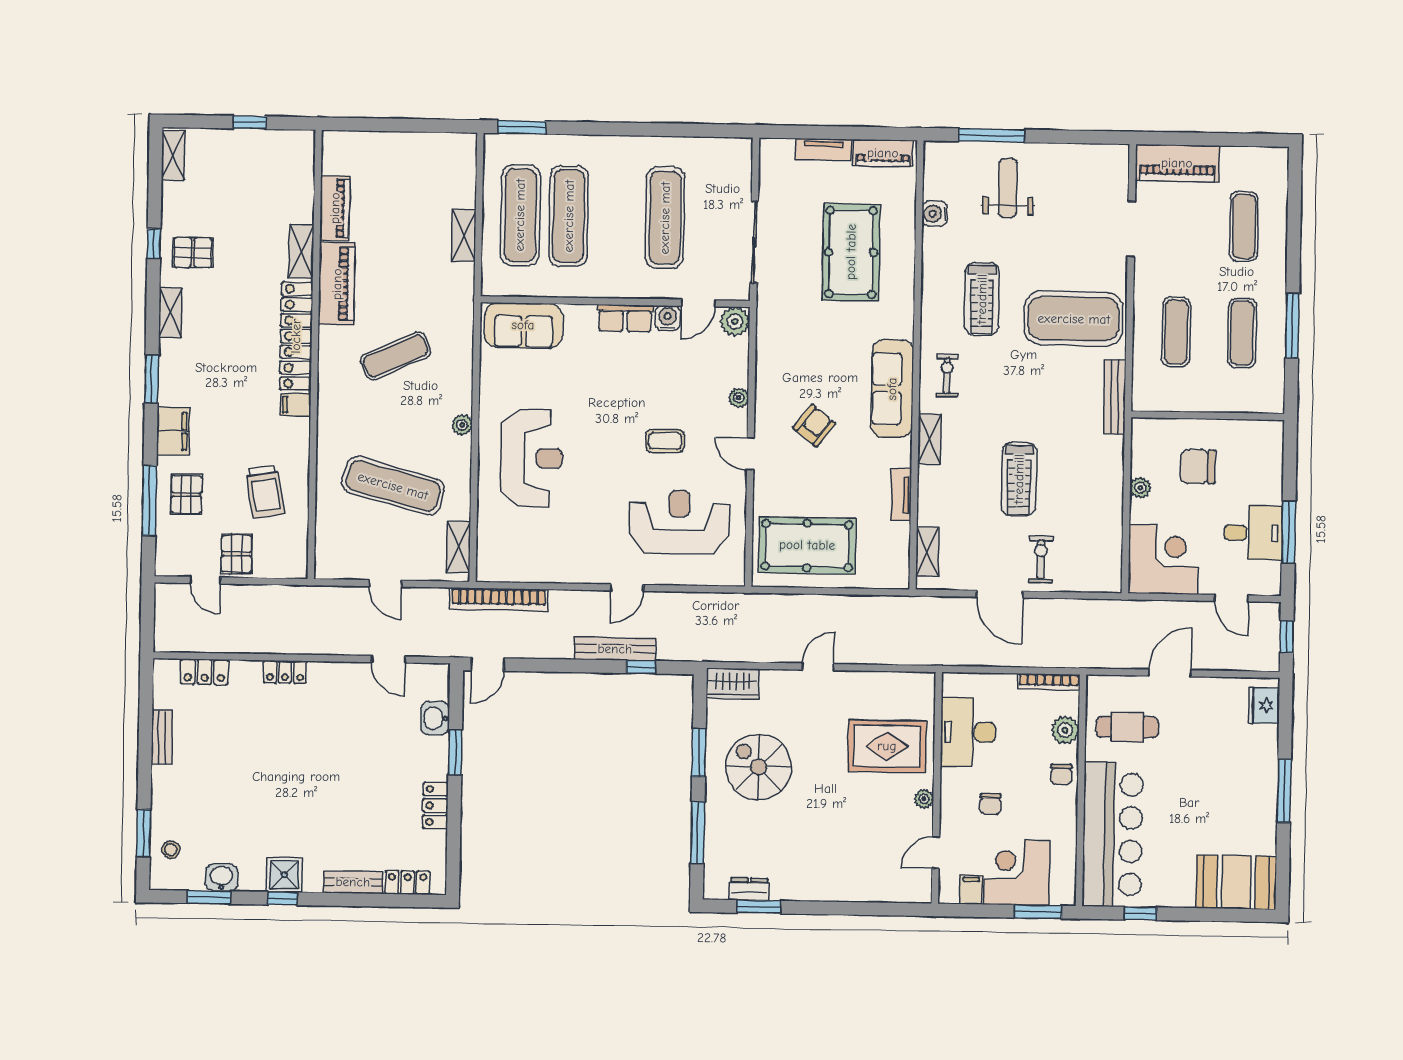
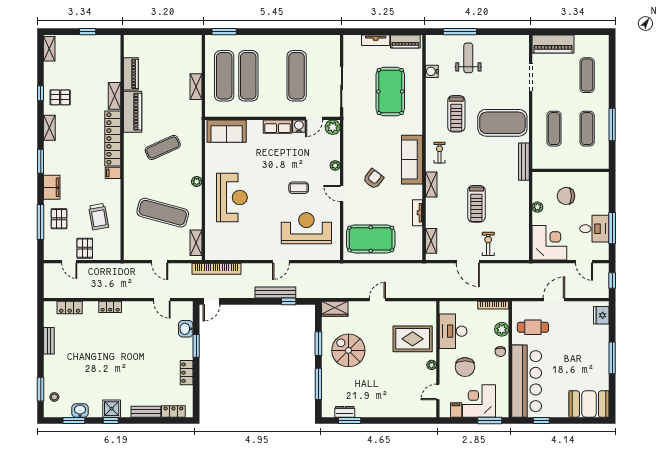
chair: (990, 804) -> (465, 367), width x1.87, depth x1.87

